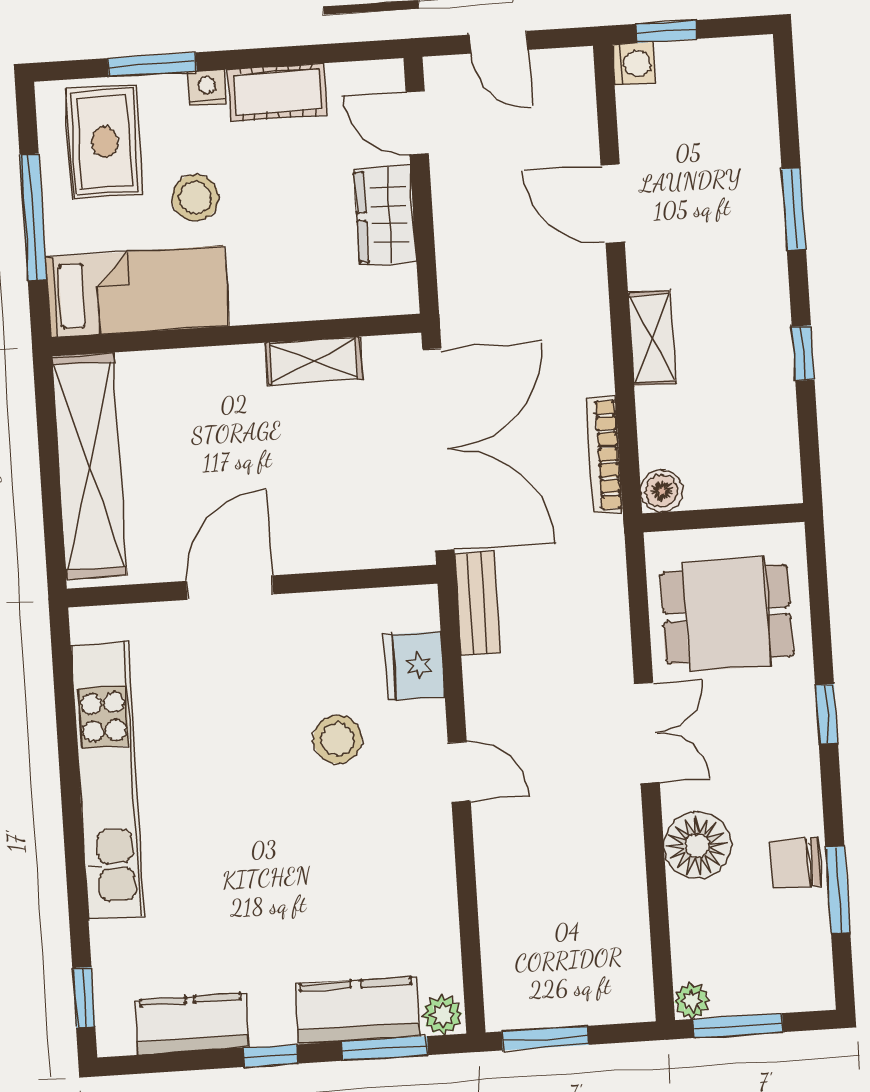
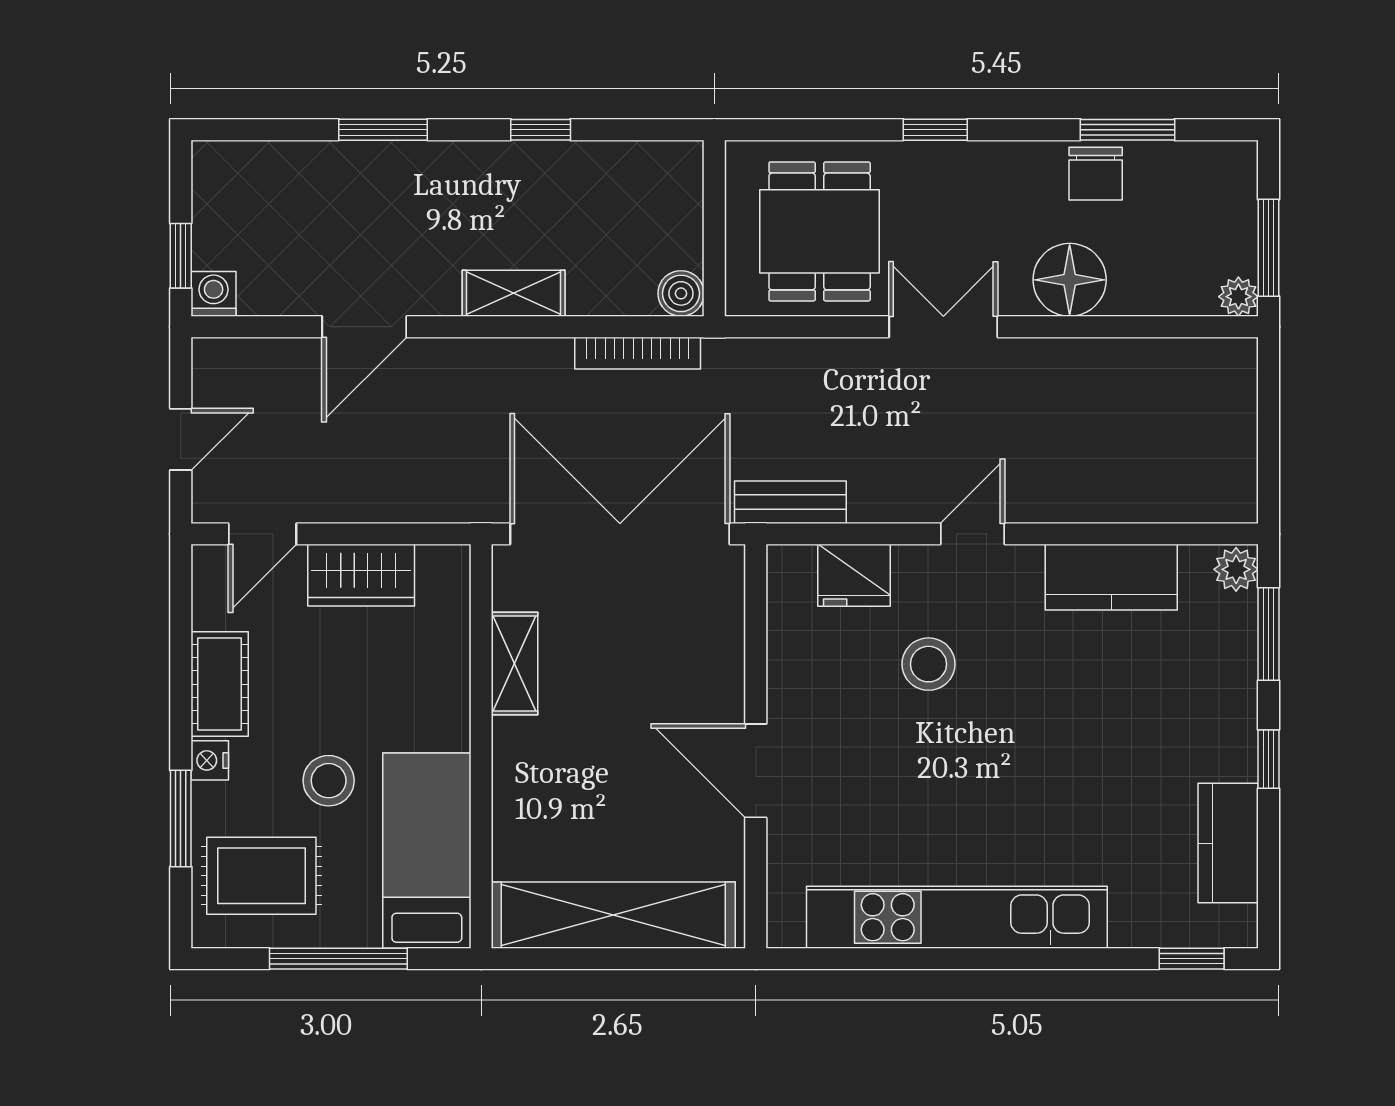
kitchen counter: (357, 1010) -> (1111, 577), moved, turned -90
window: (545, 1038) -> (1269, 459), removed

